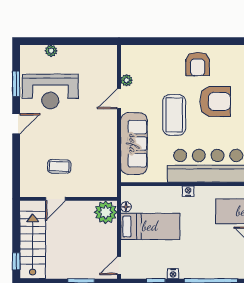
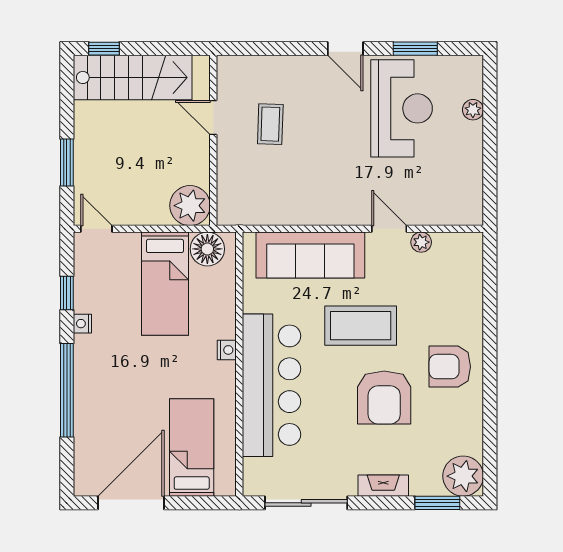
reception desk: (50, 91) -> (402, 108), turned 180
floor lamp: (126, 207) -> (207, 249), width x1.89, depth x1.89

